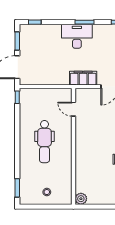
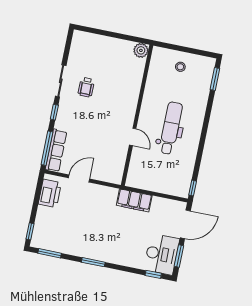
desk: (77, 36) -> (162, 254), moved, turned -90
filing cabinet: (83, 78) -> (134, 200), moved
door: (73, 109) -> (133, 137), moved

